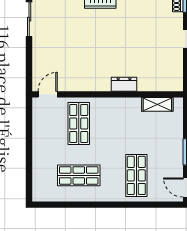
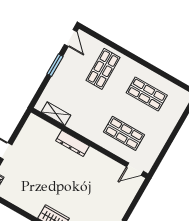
dresser: (124, 84) -> (73, 143), width x1.44
shop shelf: (79, 123) -> (124, 133), turned 90

